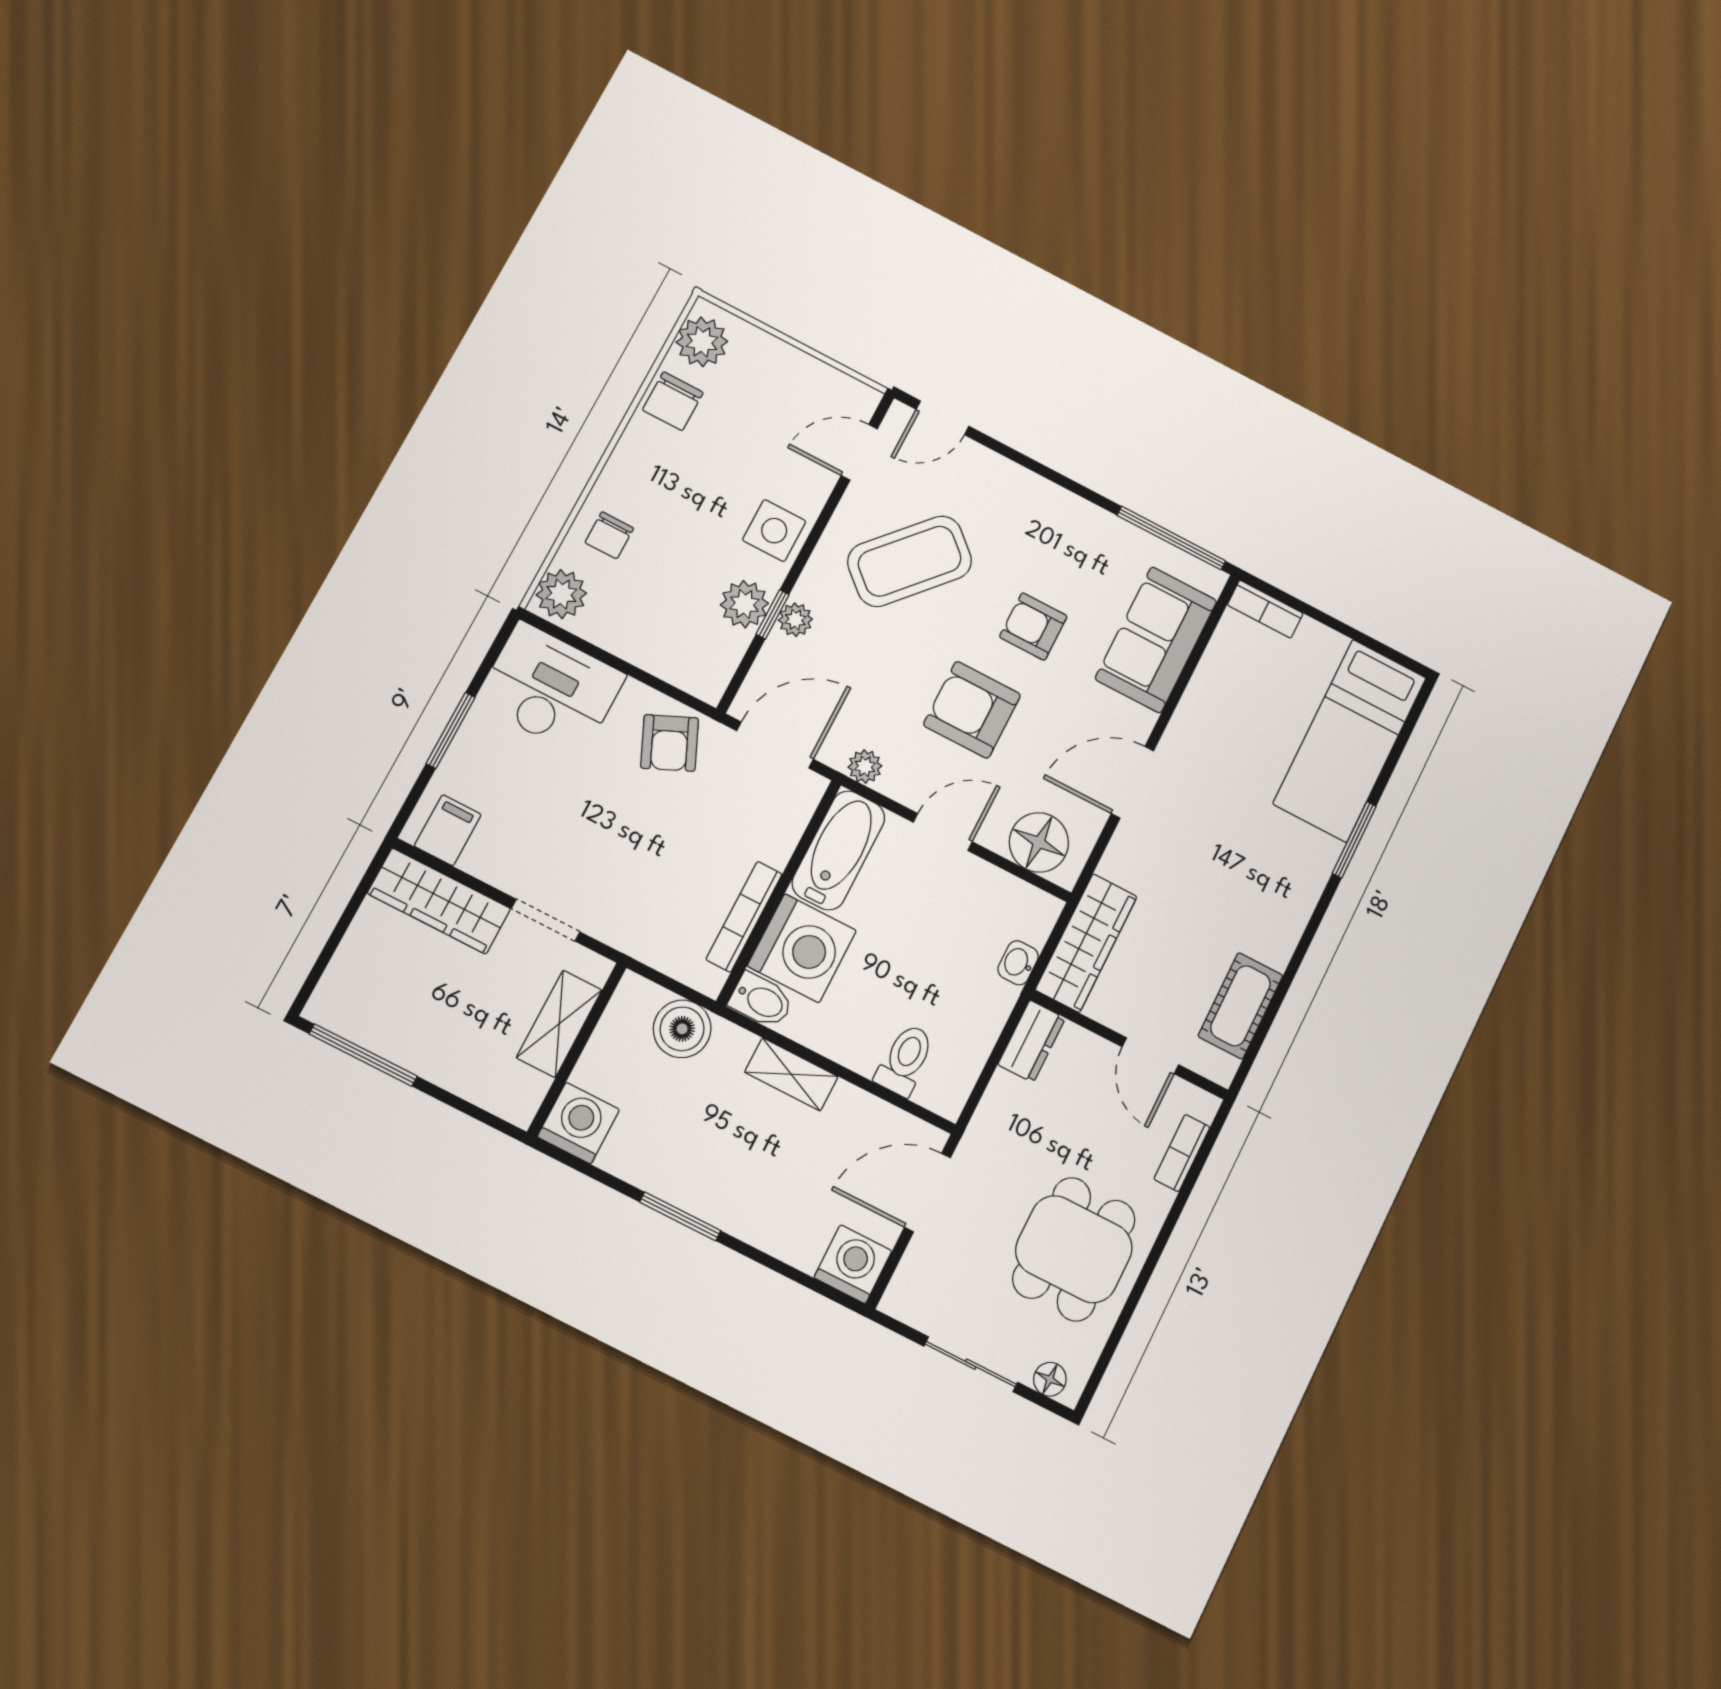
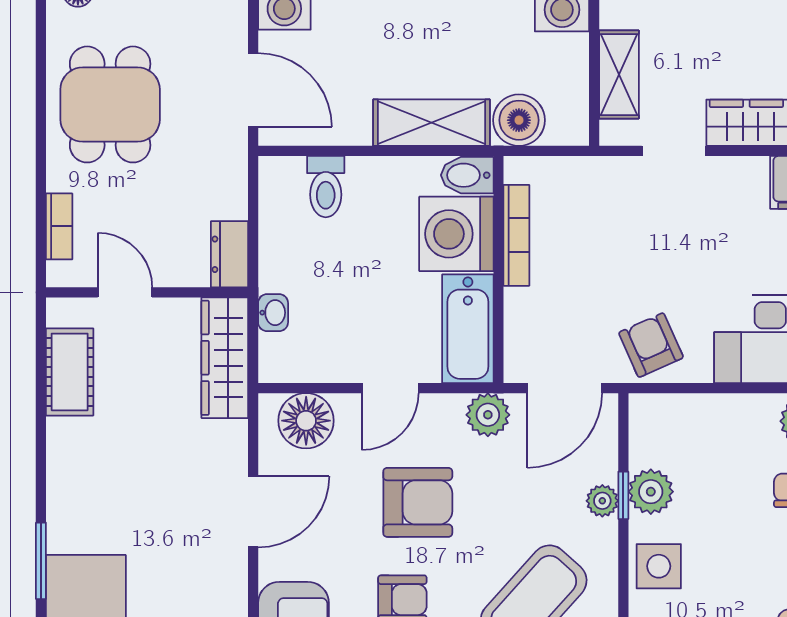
plant: (865, 766) -> (488, 415), width x1.38, depth x1.38
shelving: (791, 1074) -> (432, 123), width x1.50, depth x1.33
door: (927, 1192) -> (253, 90), hinge flipped

